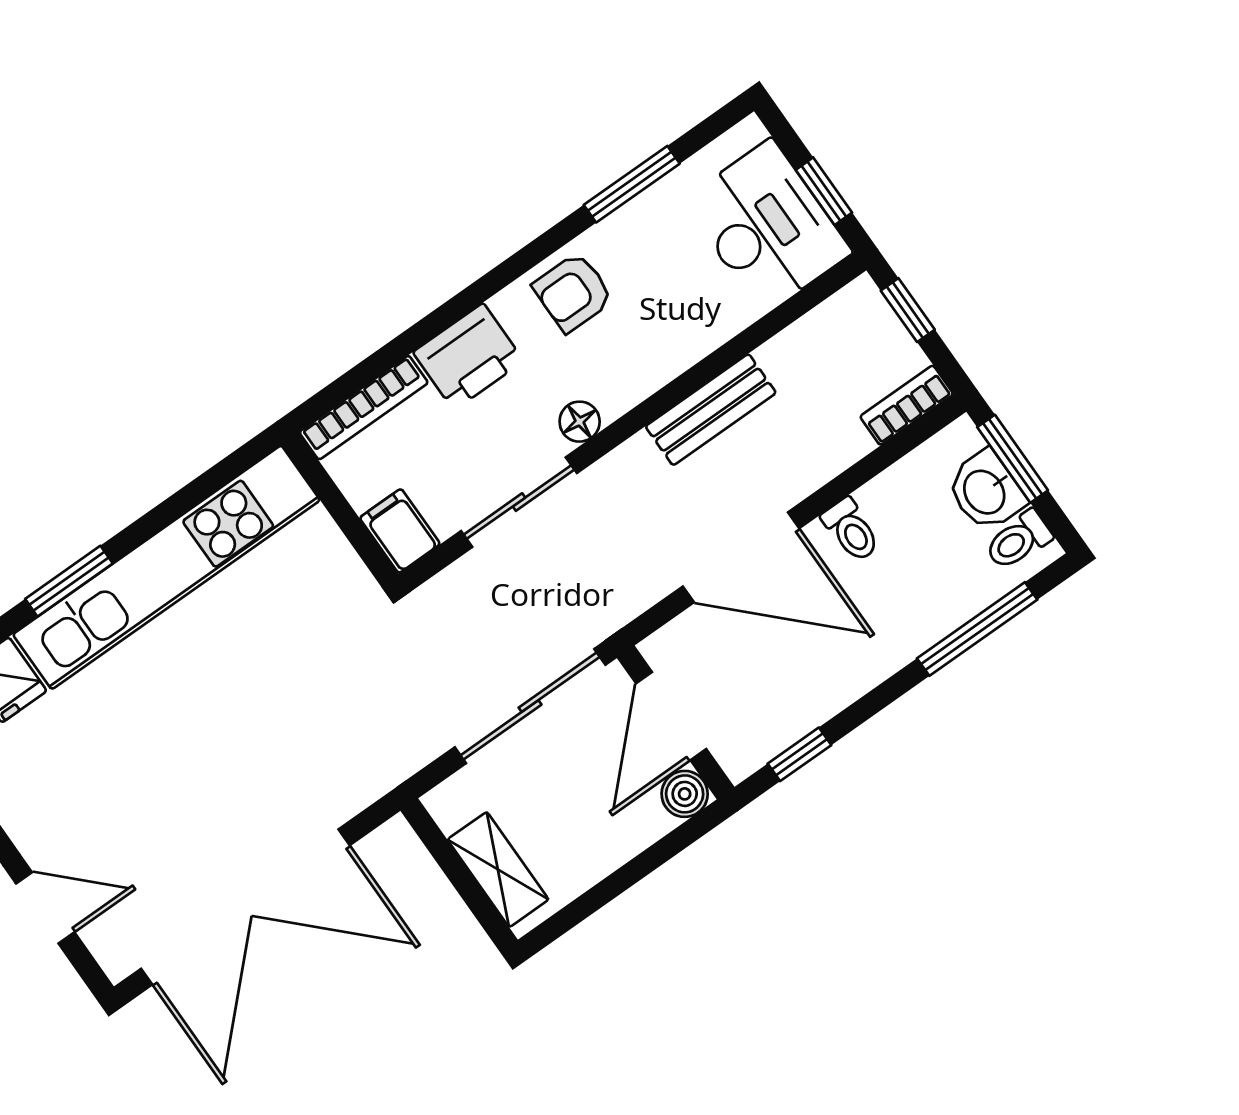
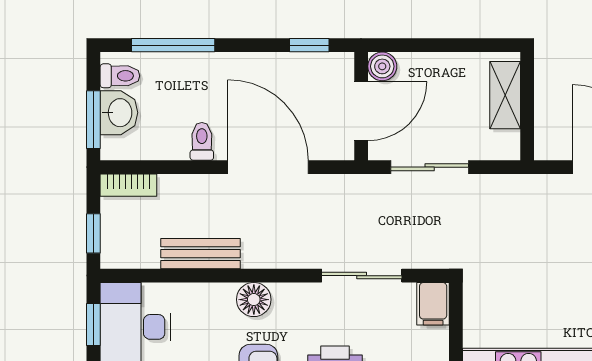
bench: (711, 410) -> (200, 254), moved
floor lamp: (580, 422) -> (254, 300), moved, width x1.37, depth x1.37
sliding door: (530, 706) -> (430, 167), width x0.73

